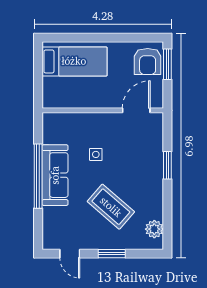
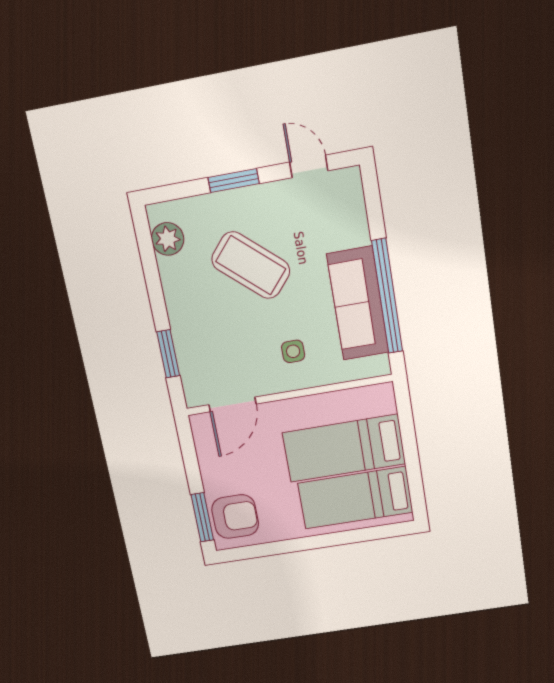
armchair: (148, 61) -> (235, 517), turned 90
bed: (76, 93) -> (344, 448), added
wall: (103, 110) -> (289, 395), moved
door: (136, 110) -> (233, 404), moved

